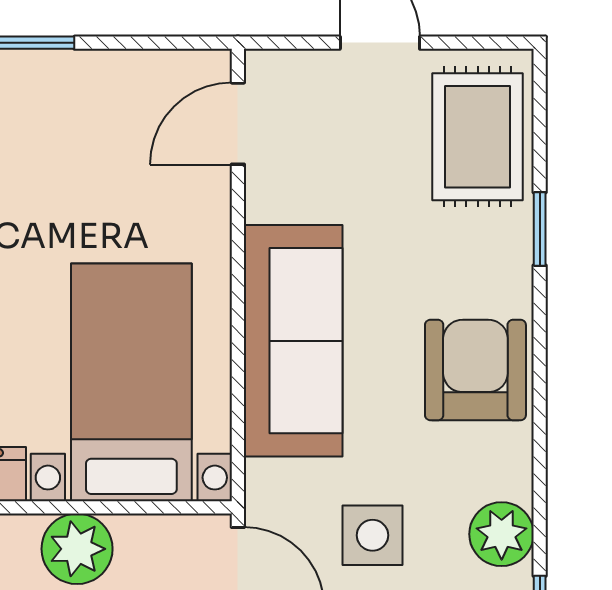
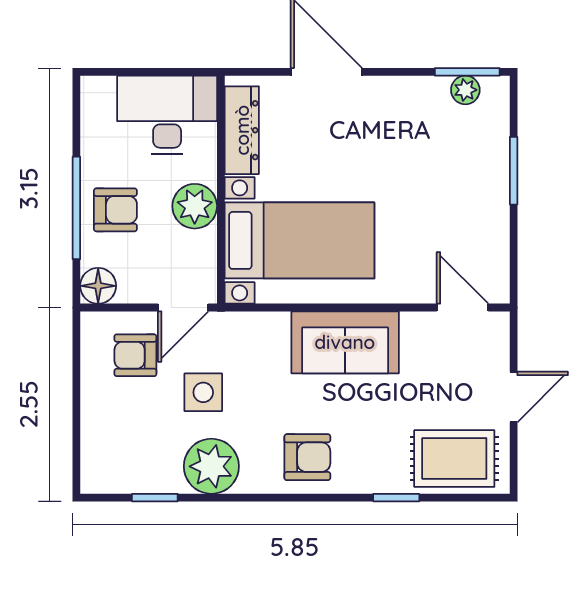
sofa: (293, 341) -> (345, 342), width x0.73
armchair: (475, 370) -> (307, 457), width x0.72, depth x0.72
plant: (502, 534) -> (211, 466), width x1.36, depth x1.36

